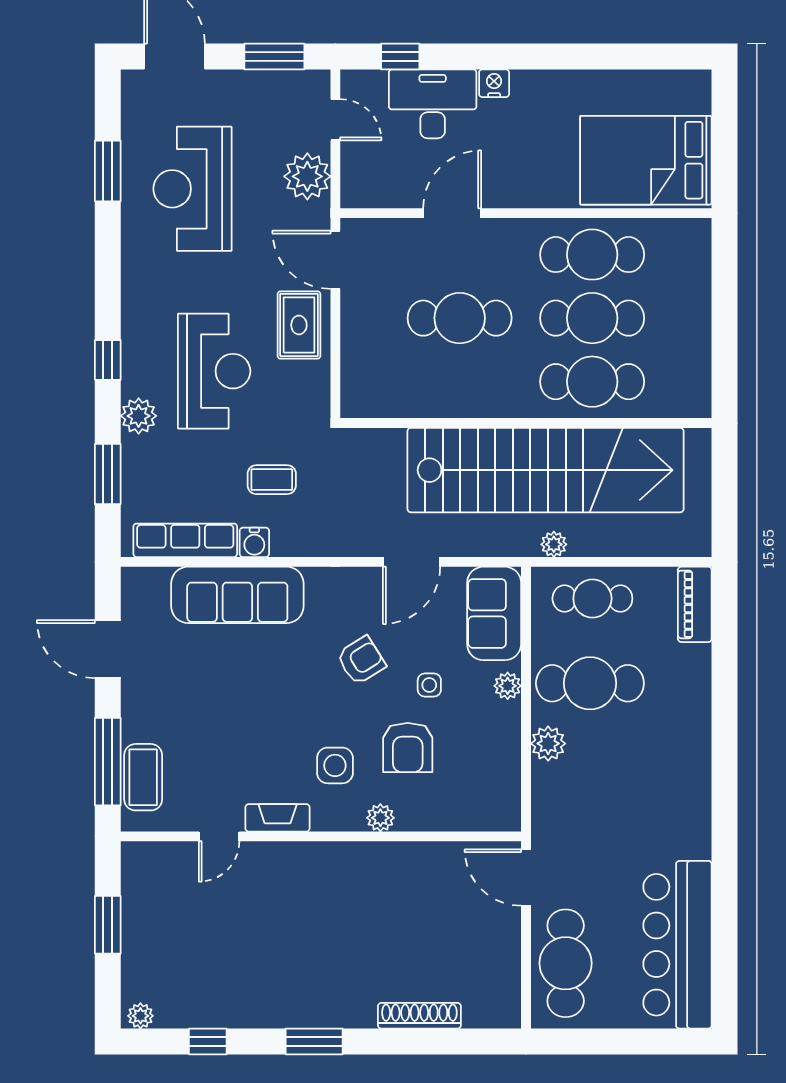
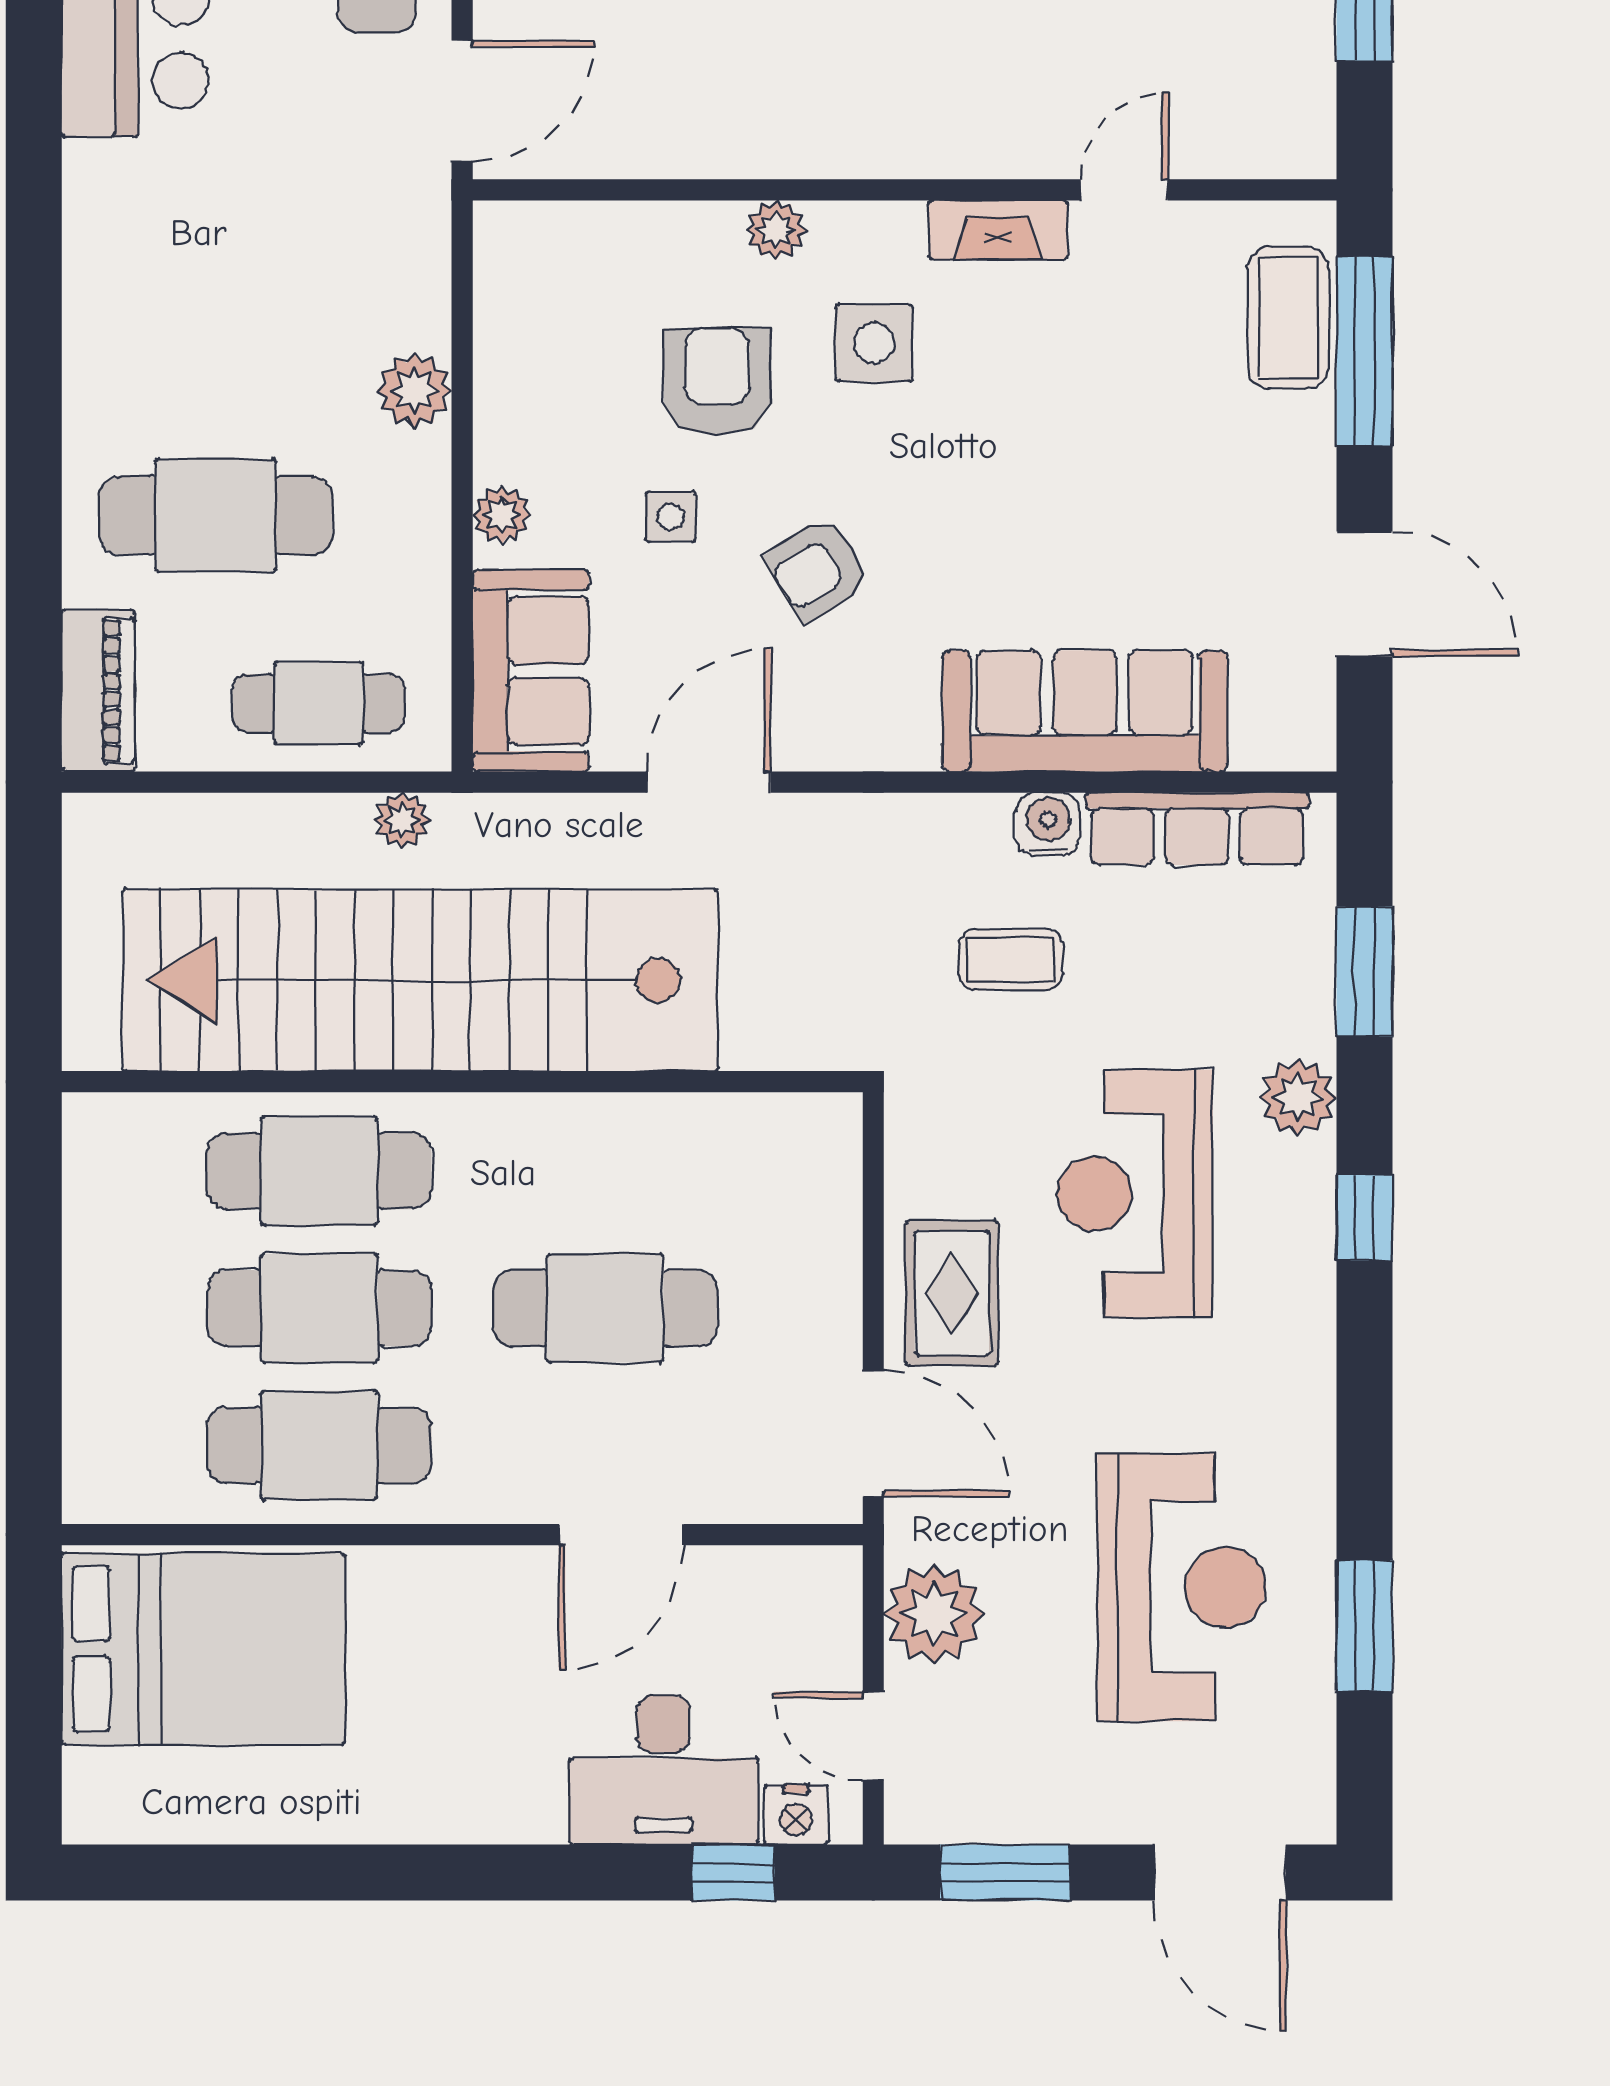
nightstand: (494, 83) -> (796, 1815), moved
cafe table: (590, 683) -> (215, 515), moved
door: (526, 877) -> (462, 101), hinge flipped

